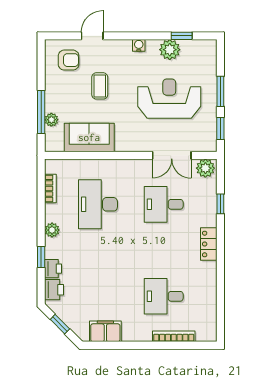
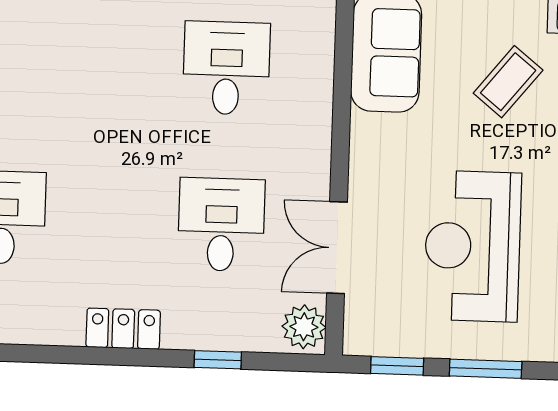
coffee table: (100, 86) -> (508, 82), turned -51
reception desk: (169, 99) -> (473, 246), turned 180
desk: (98, 204) -> (226, 68), width x0.73

